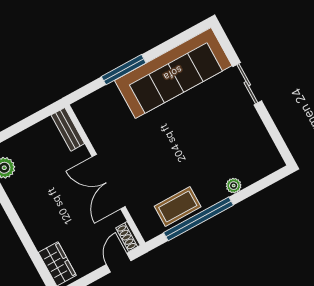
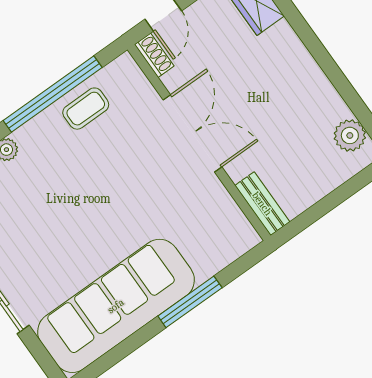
coffee table: (178, 207) -> (86, 109), width x0.73, depth x0.77

